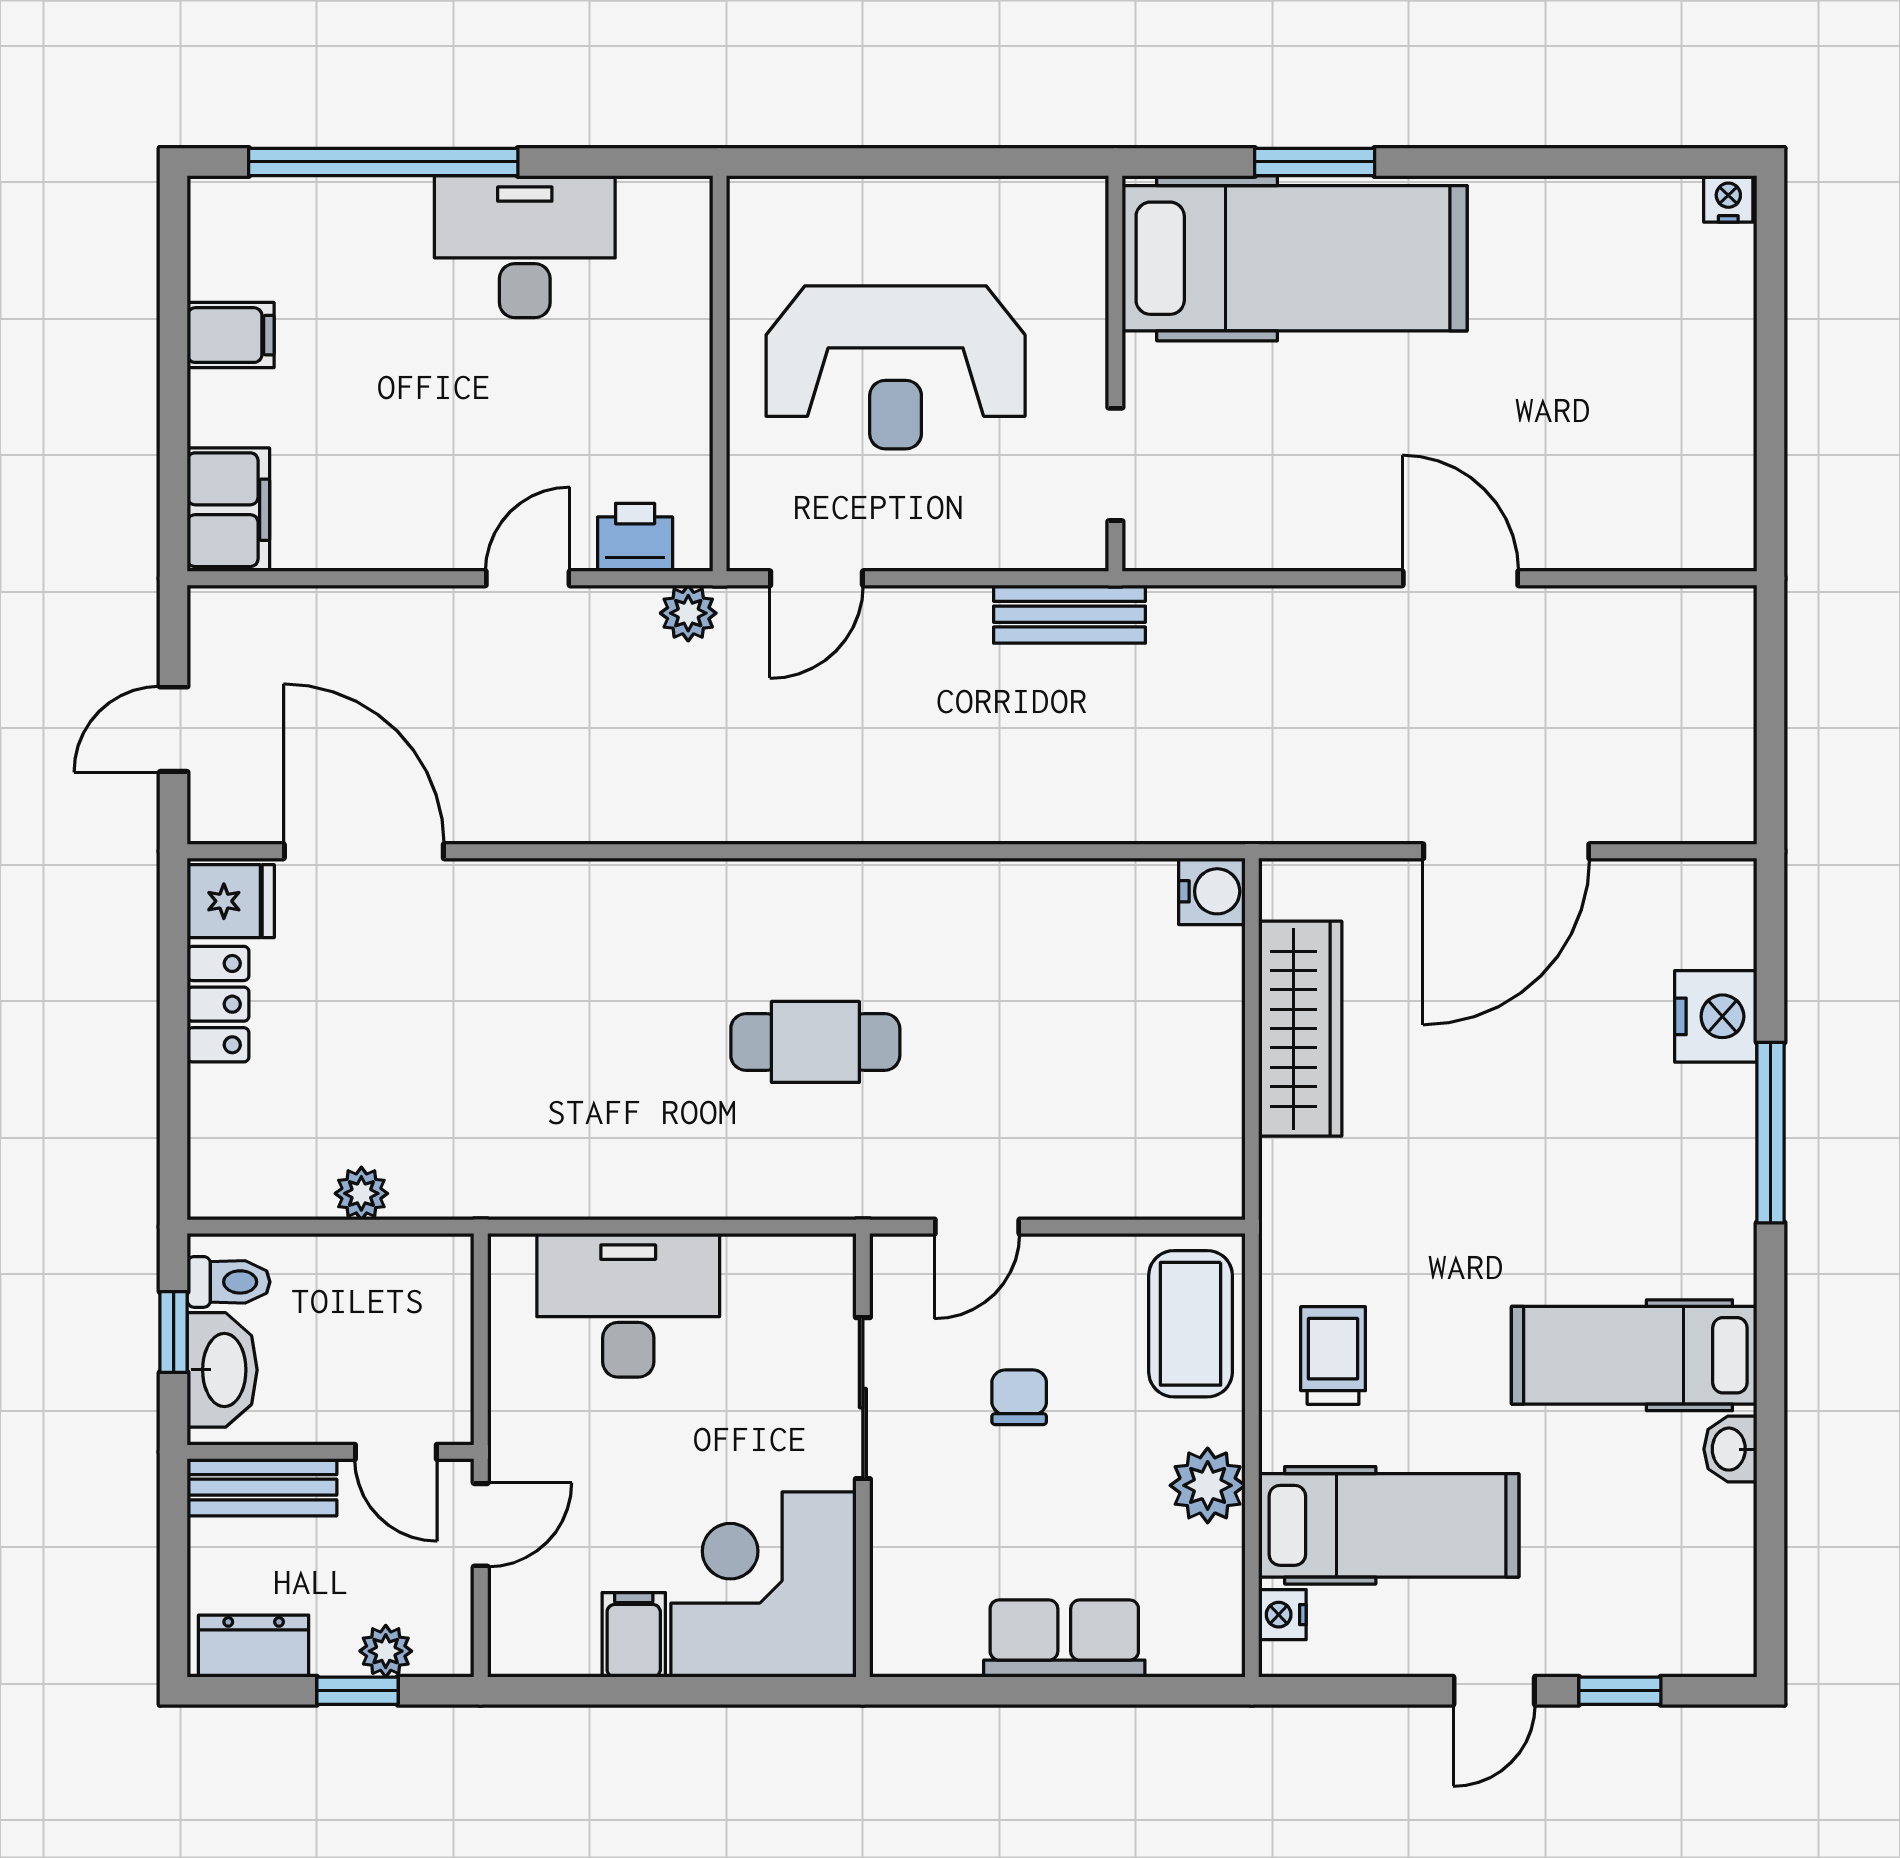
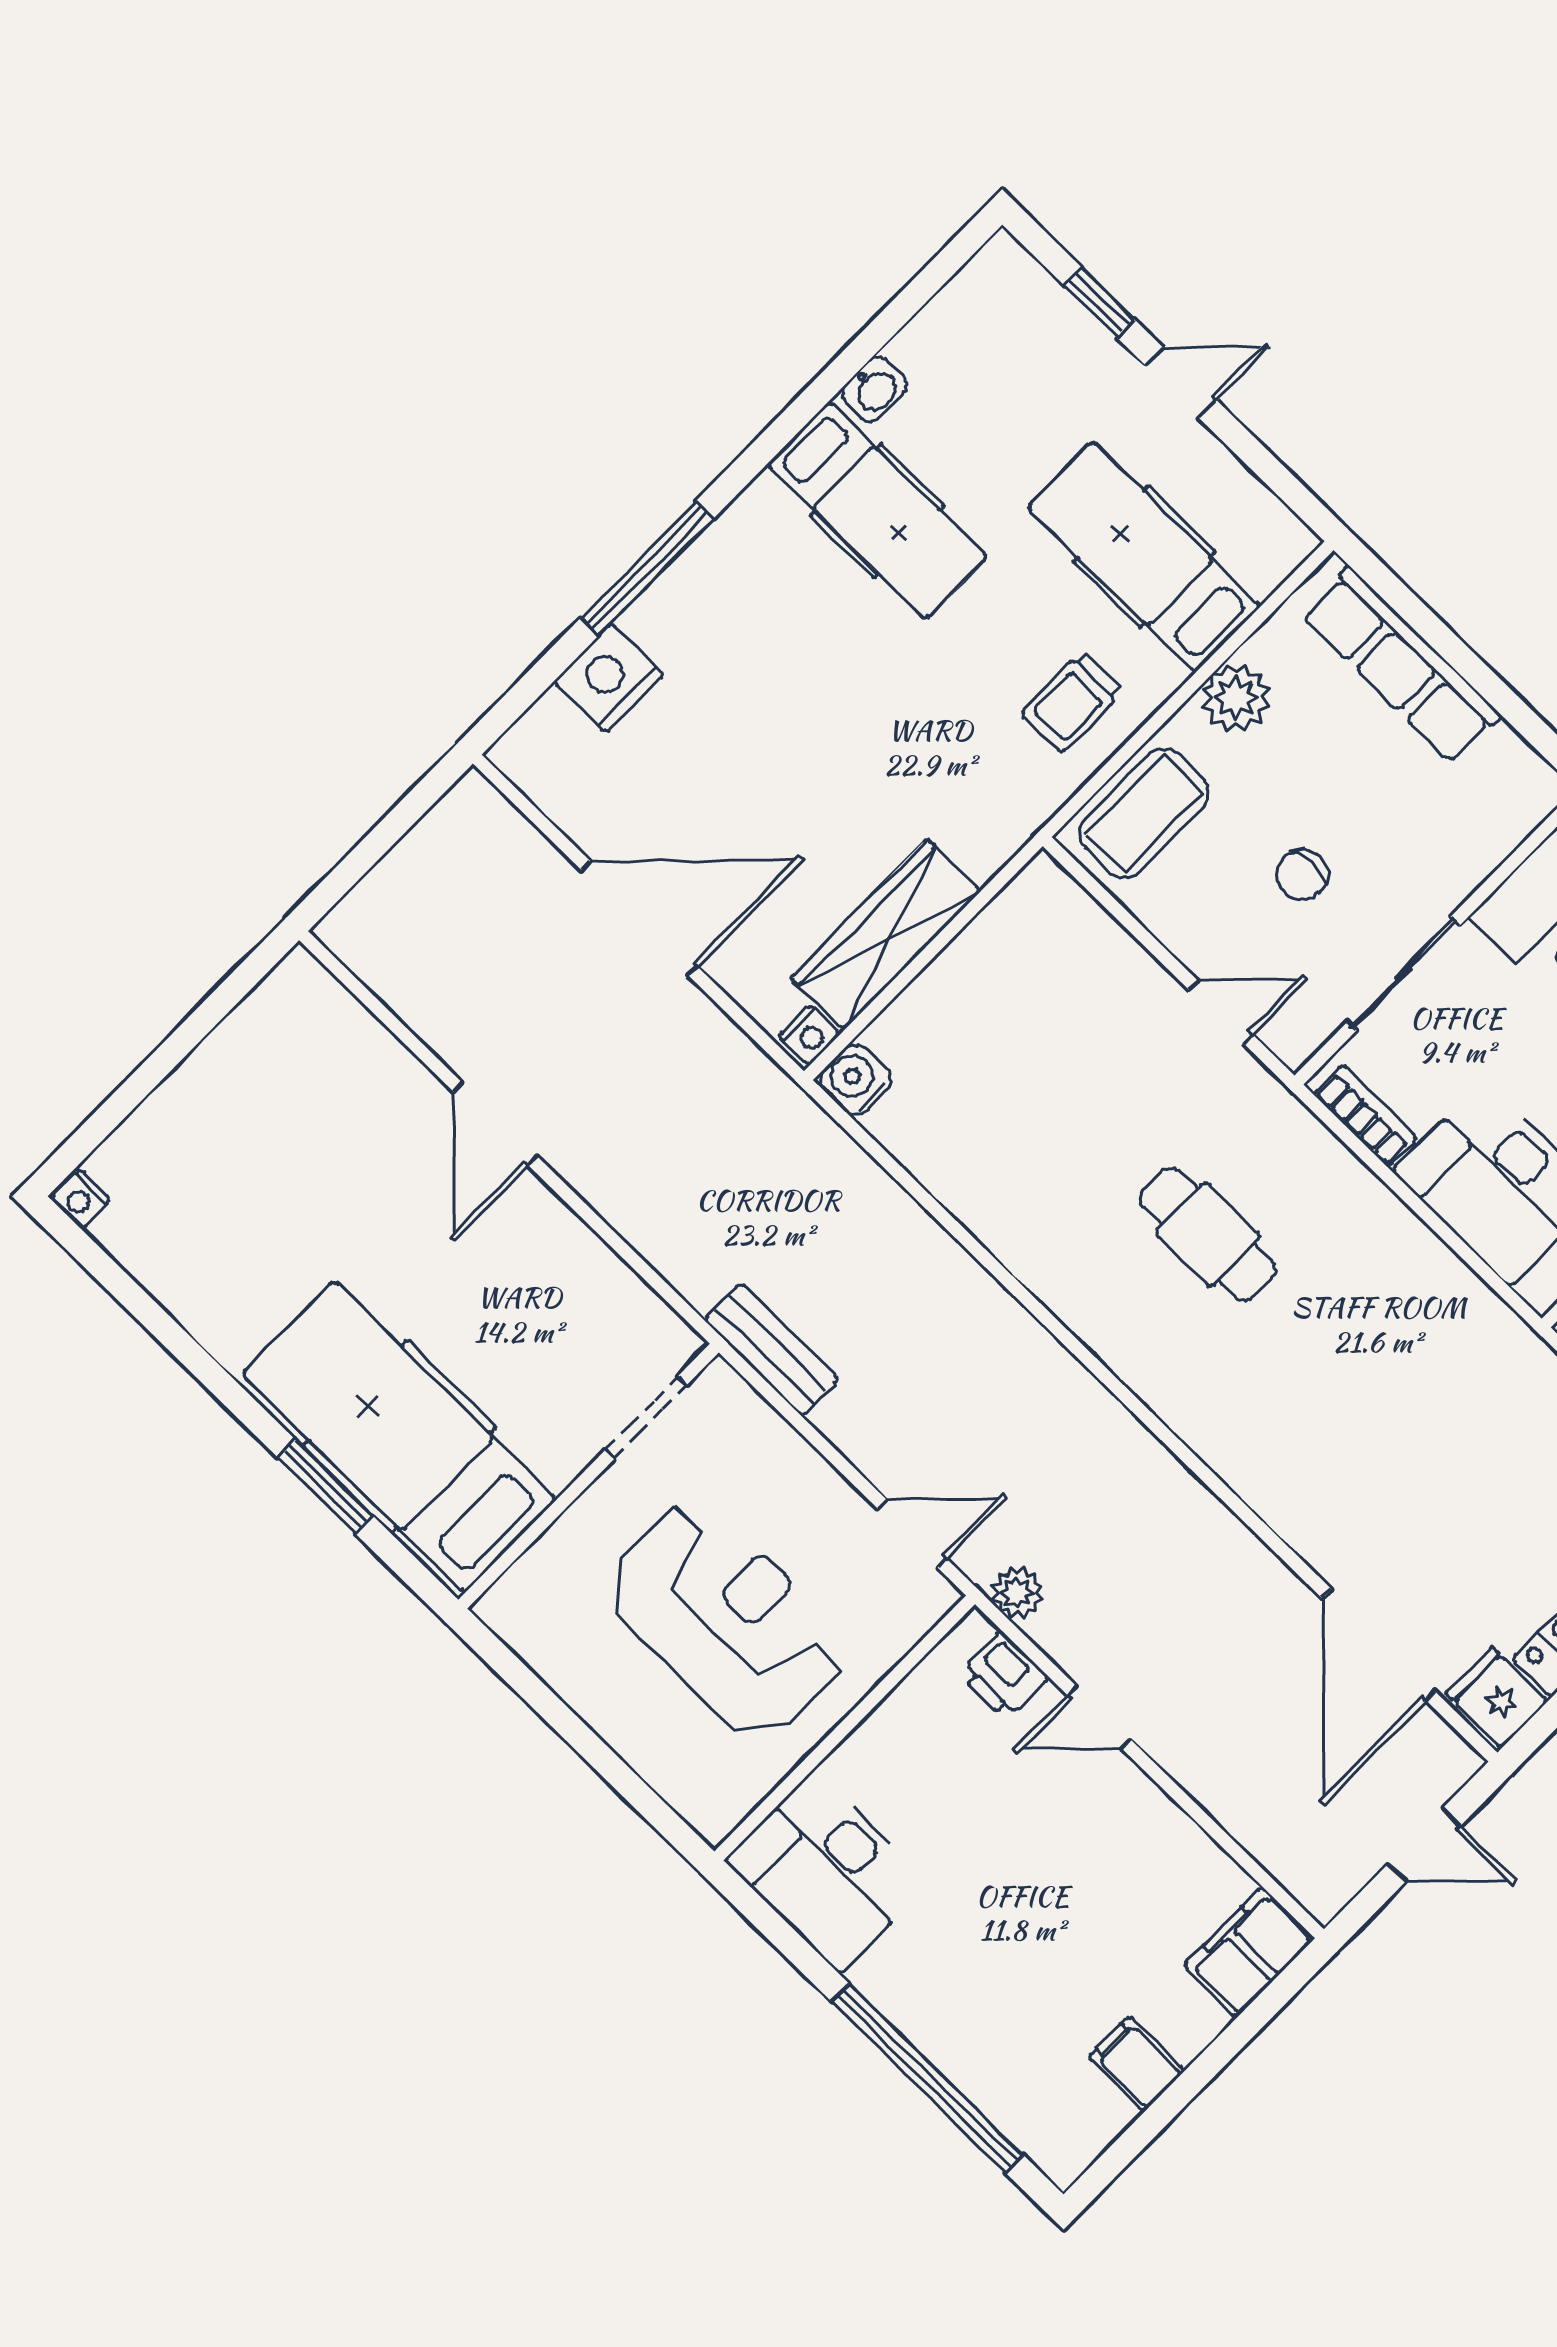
desk: (525, 247) -> (827, 1872), moved
bookcase: (783, 1257) -> (1365, 1116), added
nightstand: (1282, 1615) -> (809, 1035), moved
row of seats: (1064, 1639) -> (1401, 665), width x1.48

